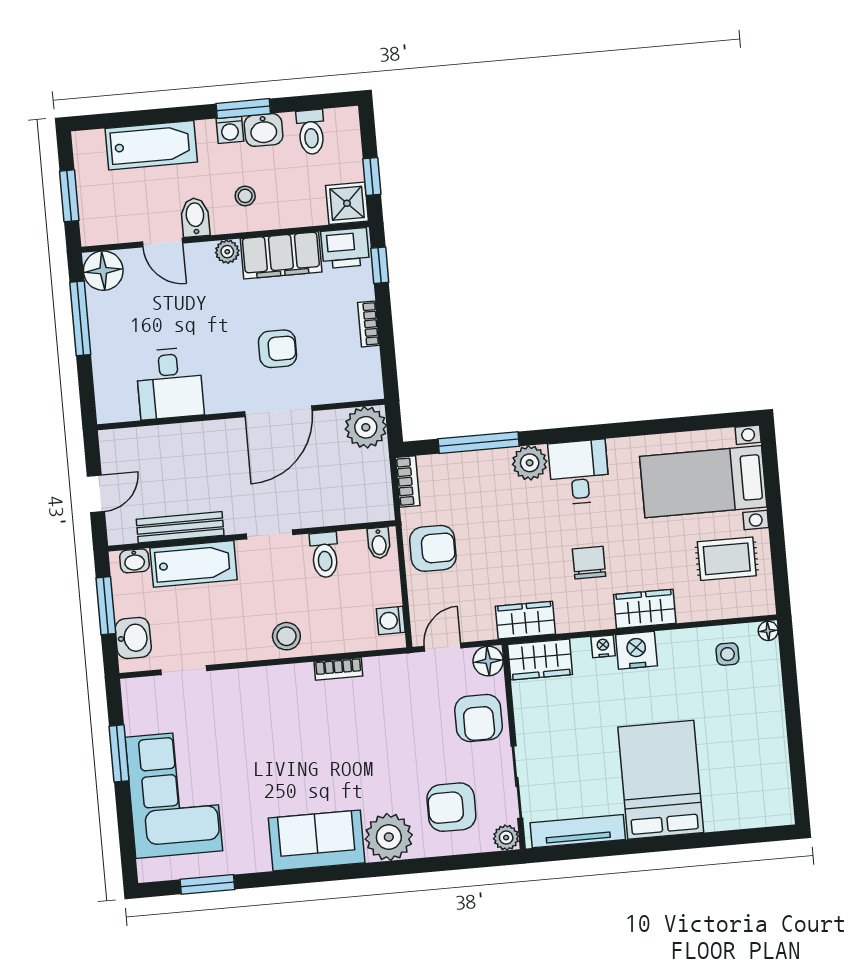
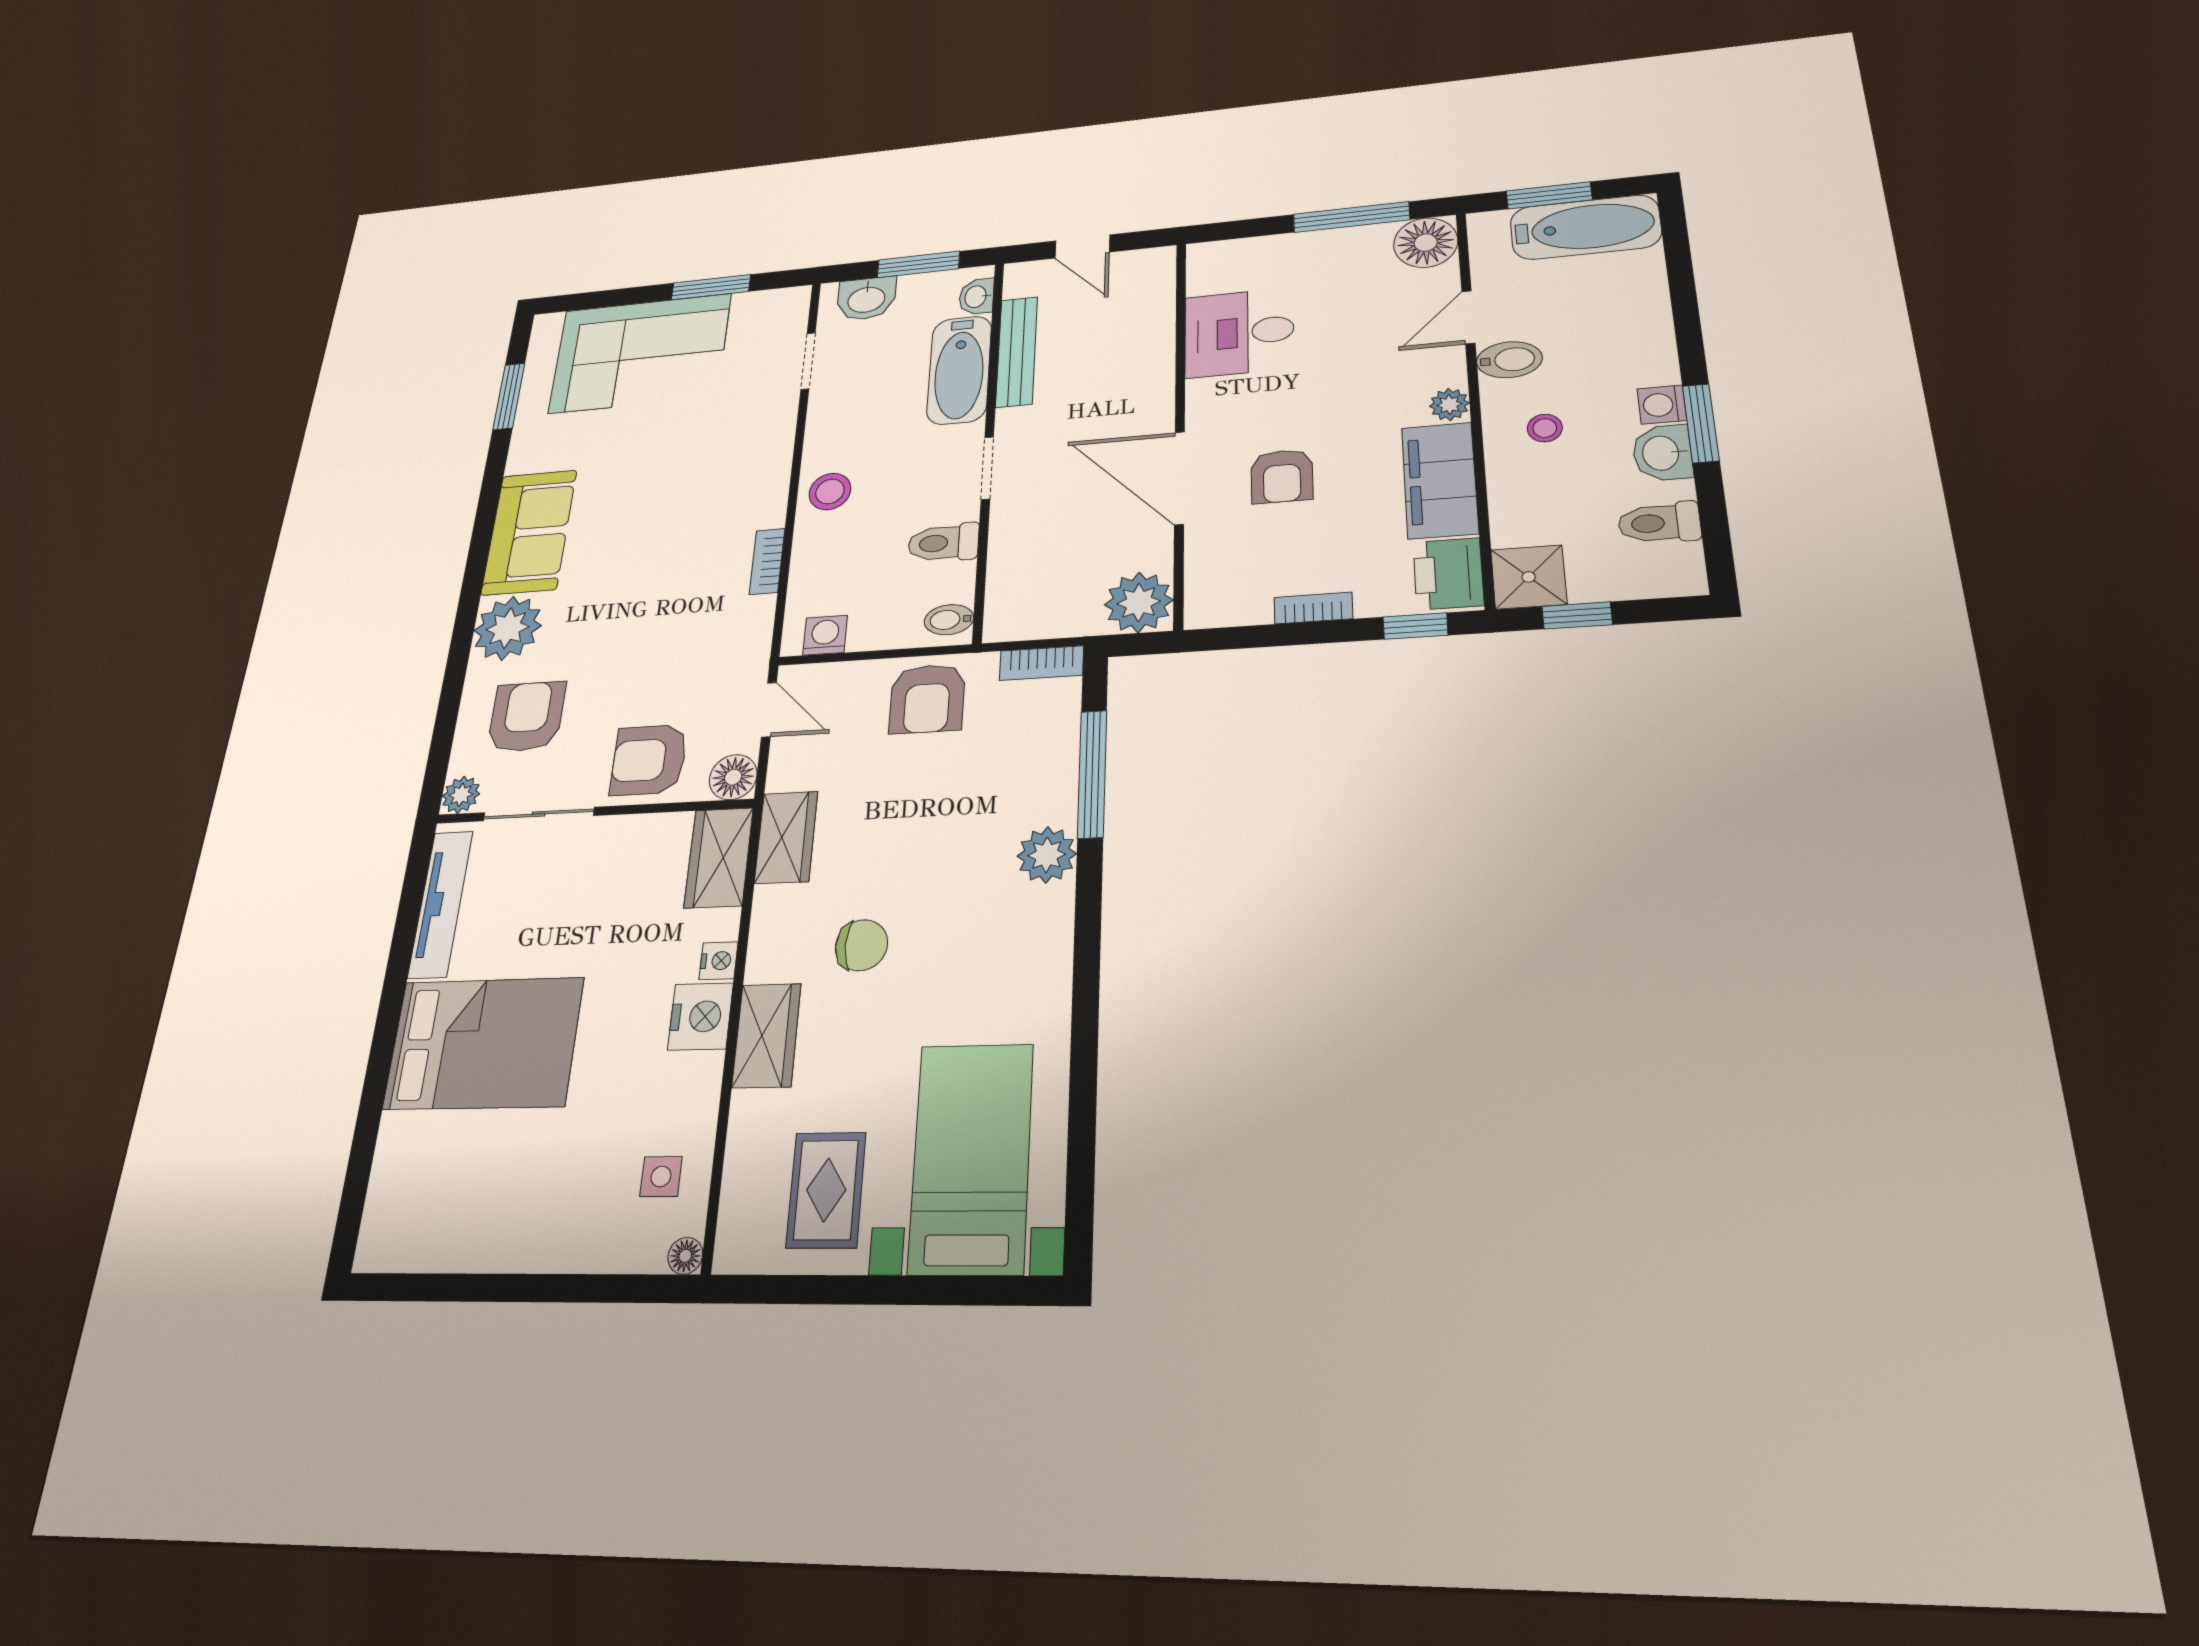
bathtub: (151, 145) -> (1585, 227), moved, turned -90
desk: (579, 472) -> (1019, 937), removed

